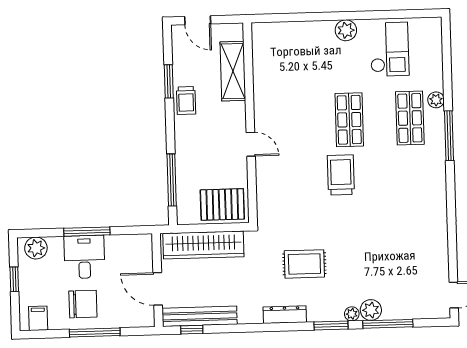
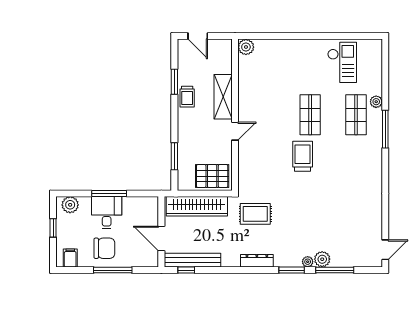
plant: (346, 30) -> (246, 47), moved
shelving: (233, 71) -> (223, 97), moved
door: (251, 144) -> (235, 131), hinge flipped
window: (172, 180) -> (174, 156), width x0.69
rug: (304, 264) -> (255, 214), moved

